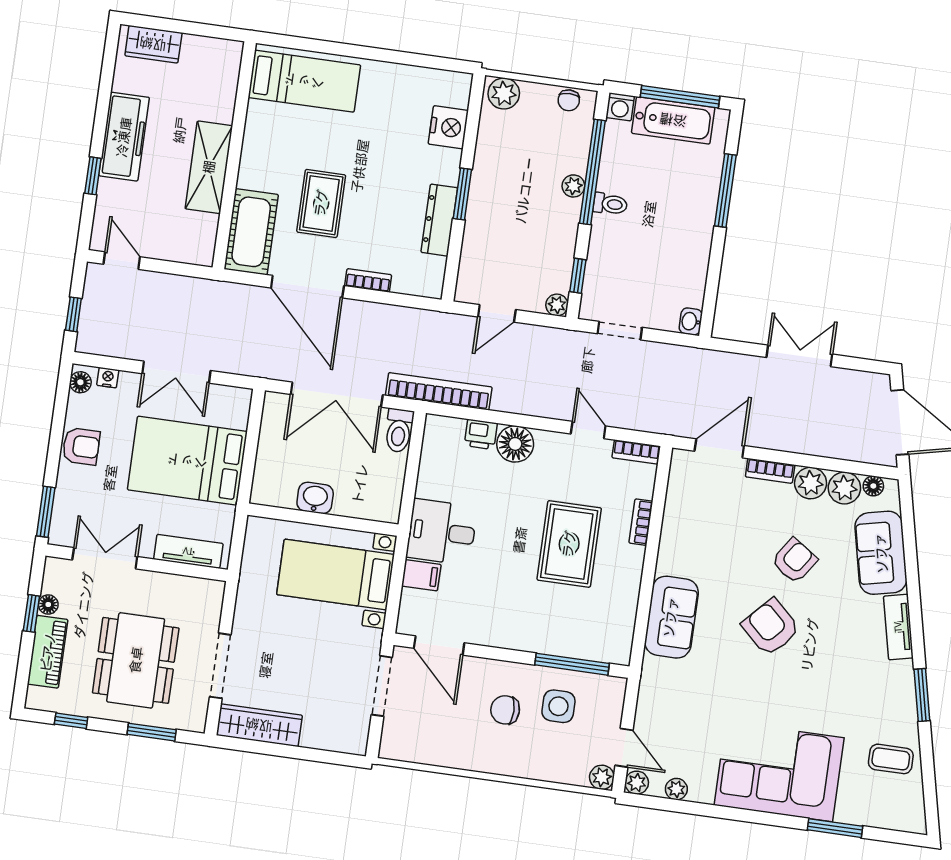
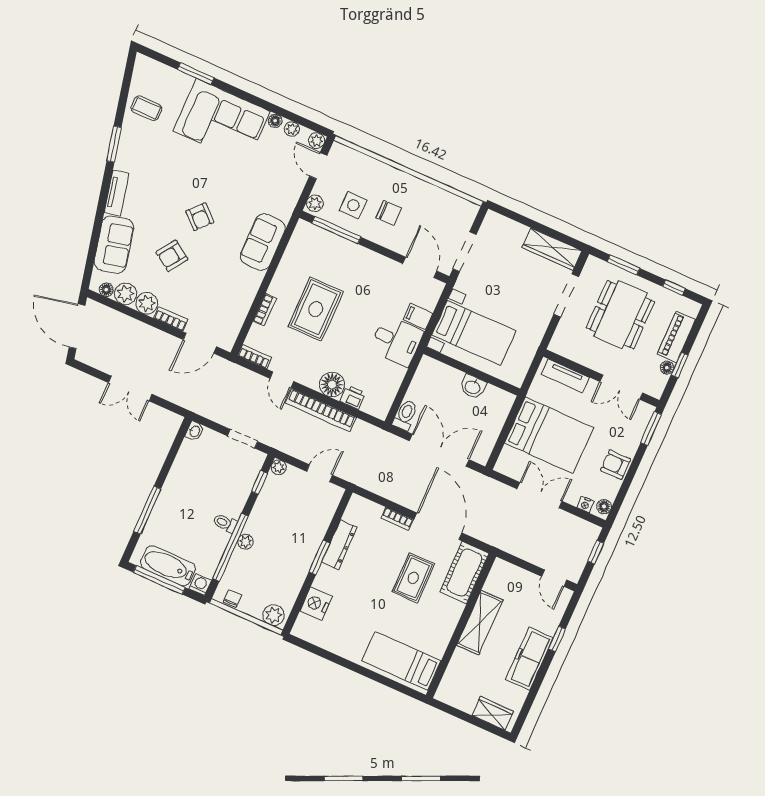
bookcase: (439, 391) -> (321, 410), moved
armchair: (771, 627) -> (200, 217), width x0.72, depth x0.72
plant: (602, 777) -> (315, 203), moved
floor lamp: (703, 794) -> (275, 121), added

